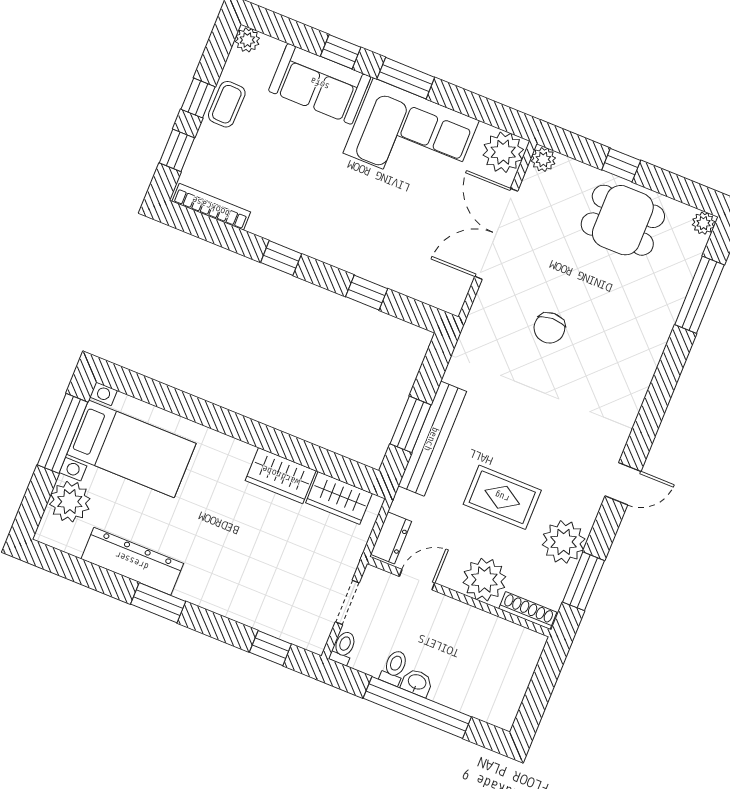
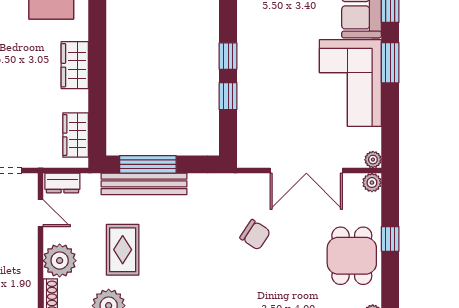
plant: (503, 152) -> (373, 160), width x0.53, depth x0.53
double door: (496, 234) -> (306, 171), swing flipped
window: (281, 258) -> (228, 56), moved
chair: (549, 328) -> (255, 235), turned -145
window: (410, 424) -> (148, 164), width x1.44
wardrobe: (281, 476) -> (75, 65), moved

